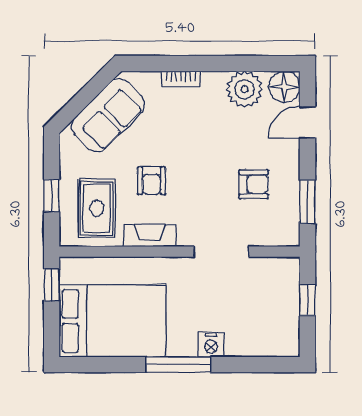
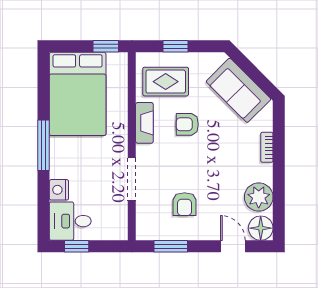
window: (307, 300) -> (77, 246), moved
desk: (275, 330) -> (70, 221), added
nightstand: (211, 345) -> (59, 190), moved

